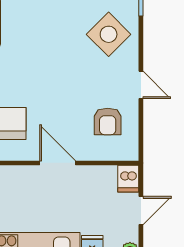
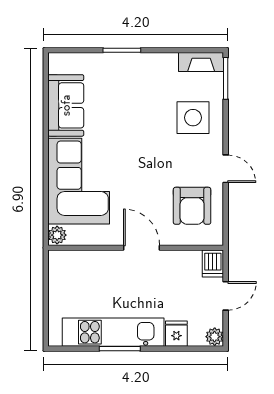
side table: (109, 34) -> (193, 118), turned 45
armchair: (108, 121) -> (192, 206), width x1.38, depth x1.38

